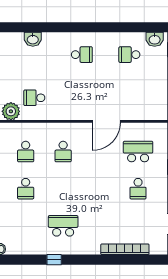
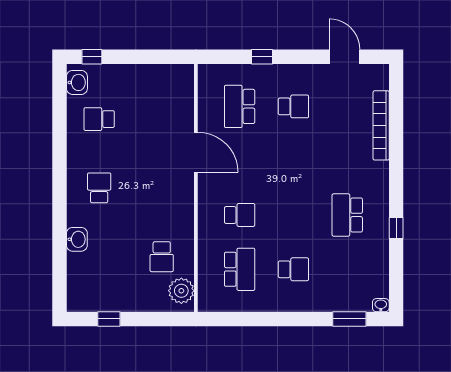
washbasin: (33, 39) -> (77, 239), moved
school desk: (129, 55) -> (99, 119), turned 90
school desk: (26, 152) -> (240, 269), width x1.85

